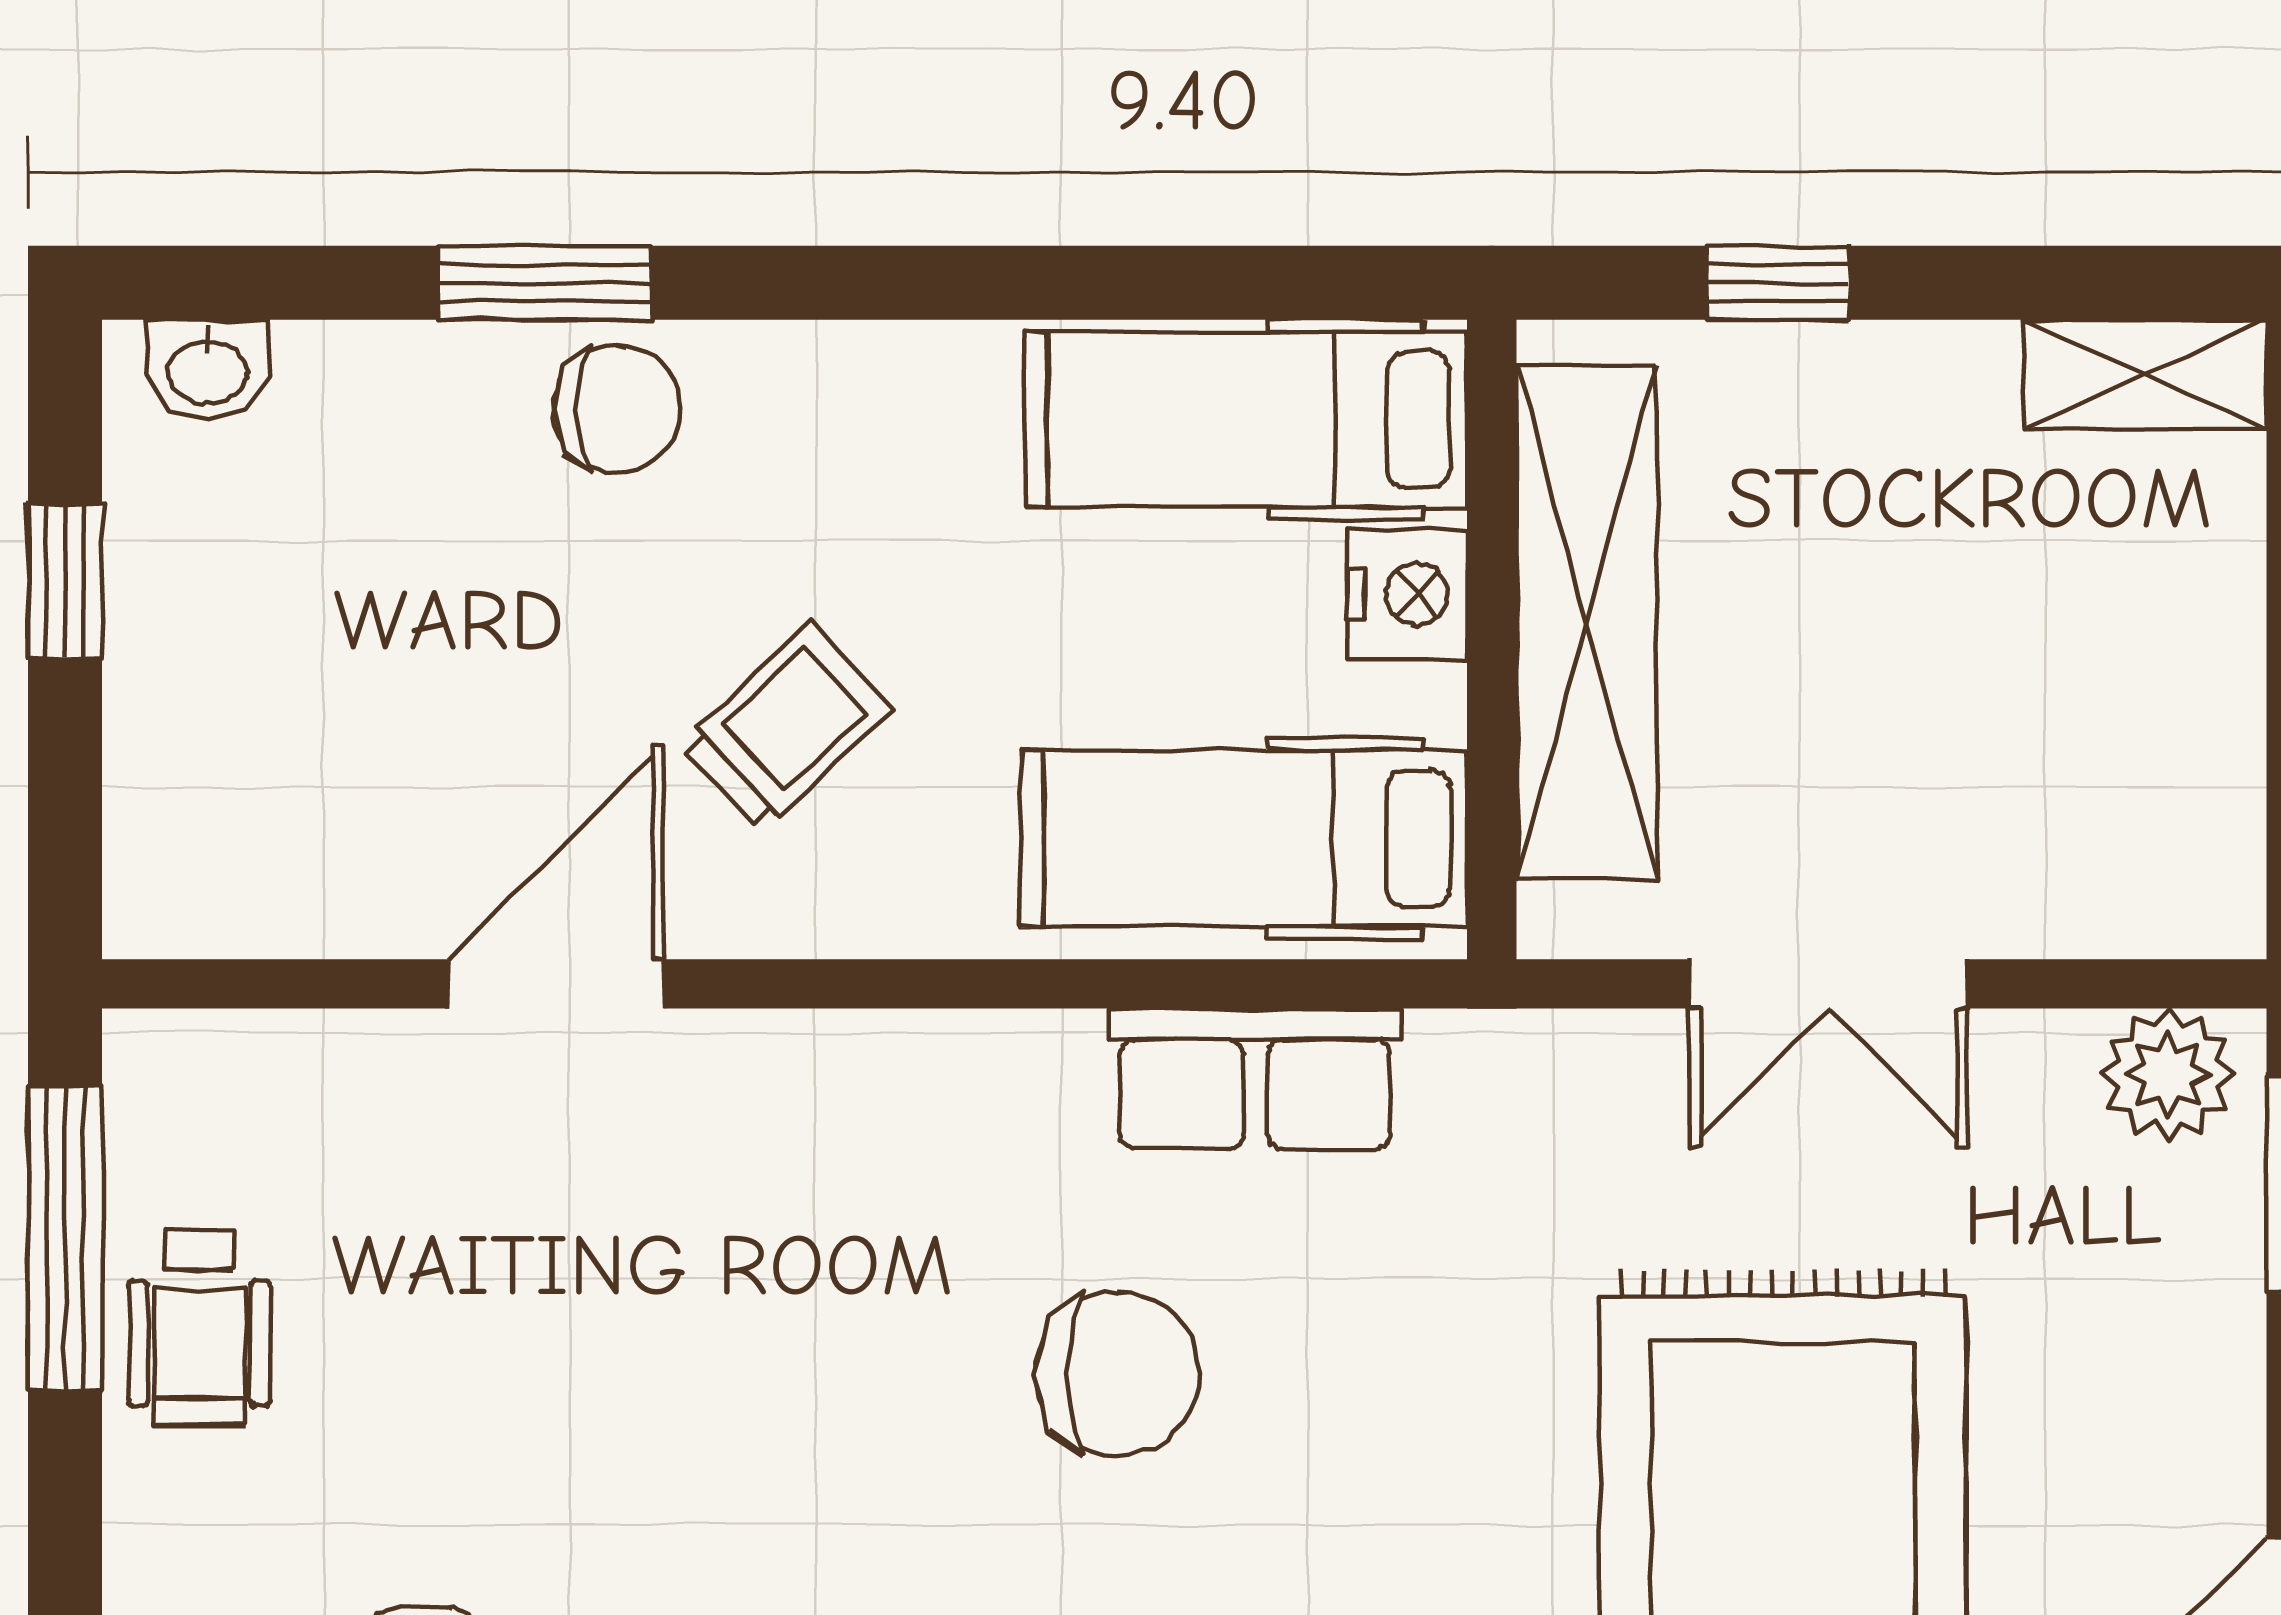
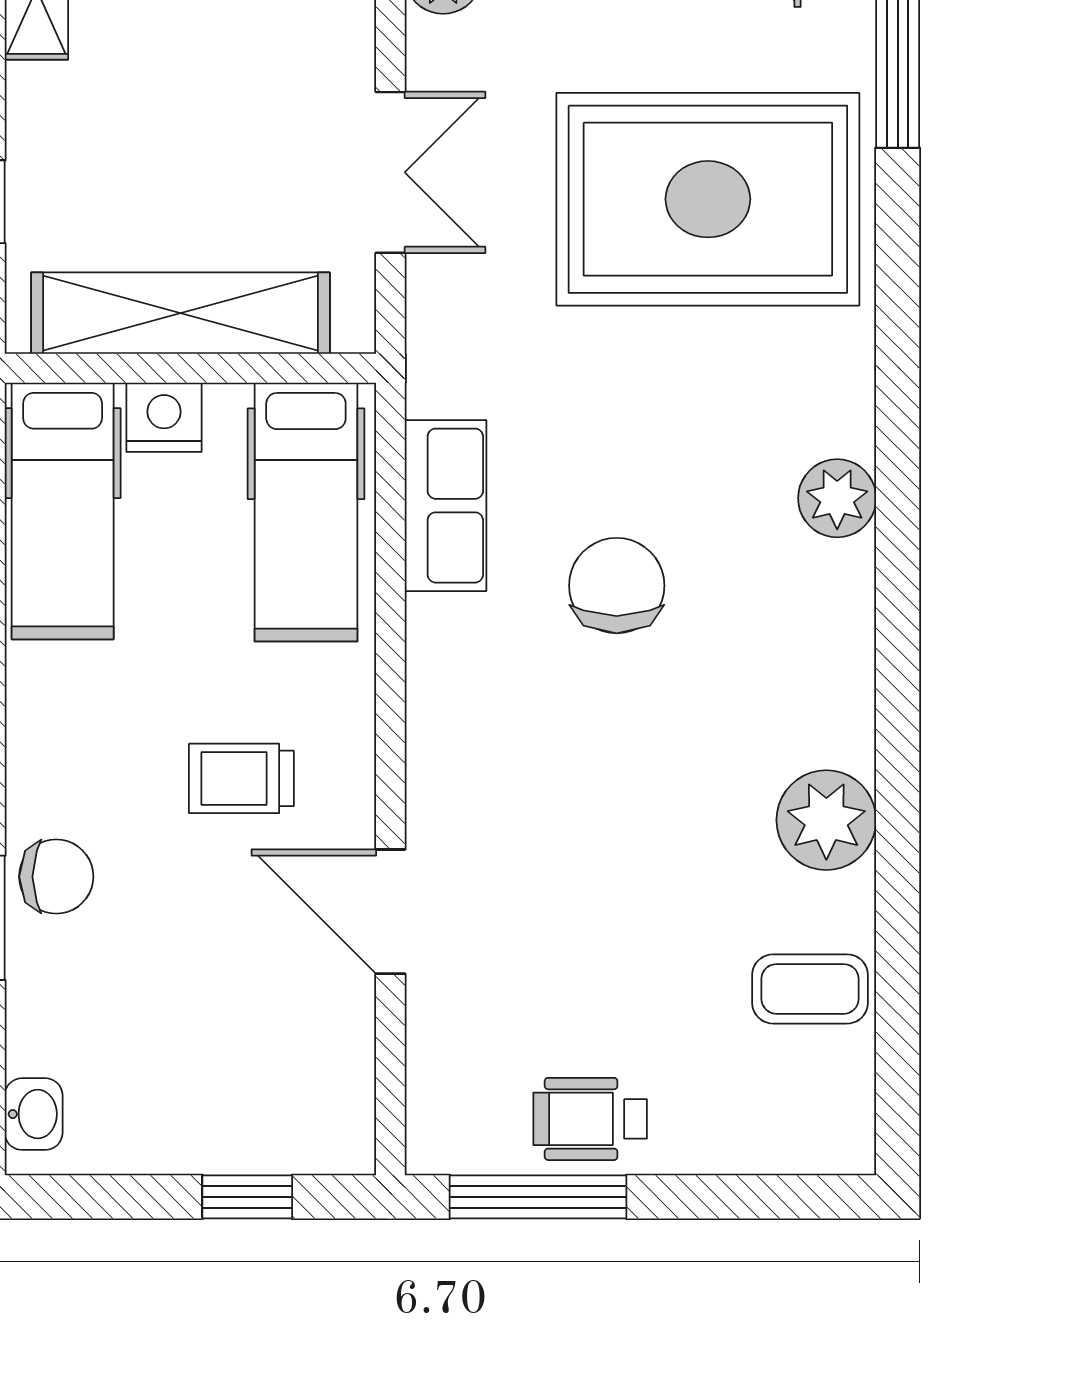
chair: (617, 409) -> (56, 877), turned 90
window: (65, 581) -> (247, 1197), moved
trolley: (786, 727) -> (241, 778), turned -47
wheelchair: (199, 1328) -> (590, 1119), turned 180

